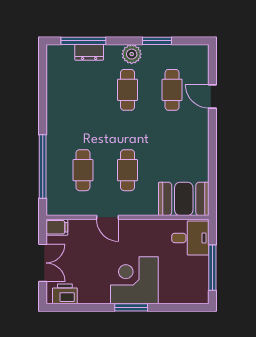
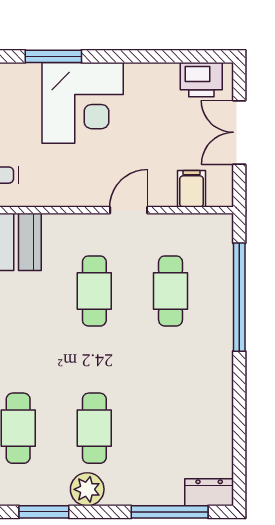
dresser: (89, 52) -> (209, 492), moved
door: (107, 217) -> (129, 210), hinge flipped
filing cabinet: (57, 227) -> (192, 189), moved, turned 90
window: (131, 307) -> (53, 56), moved

